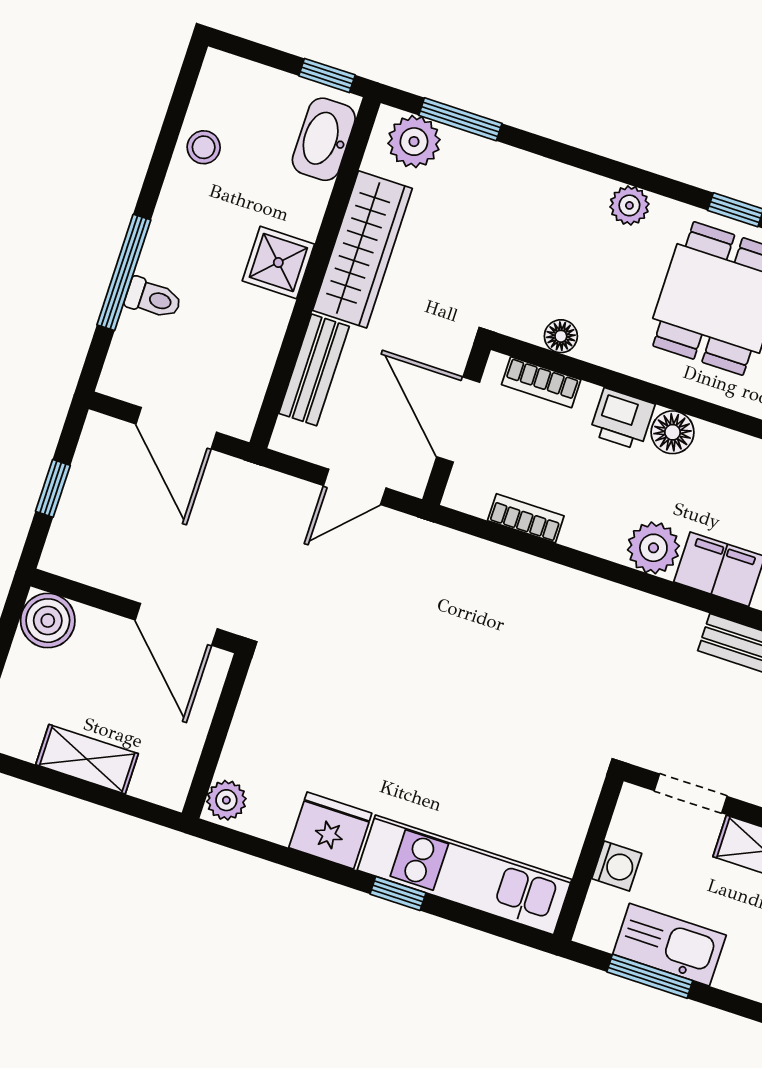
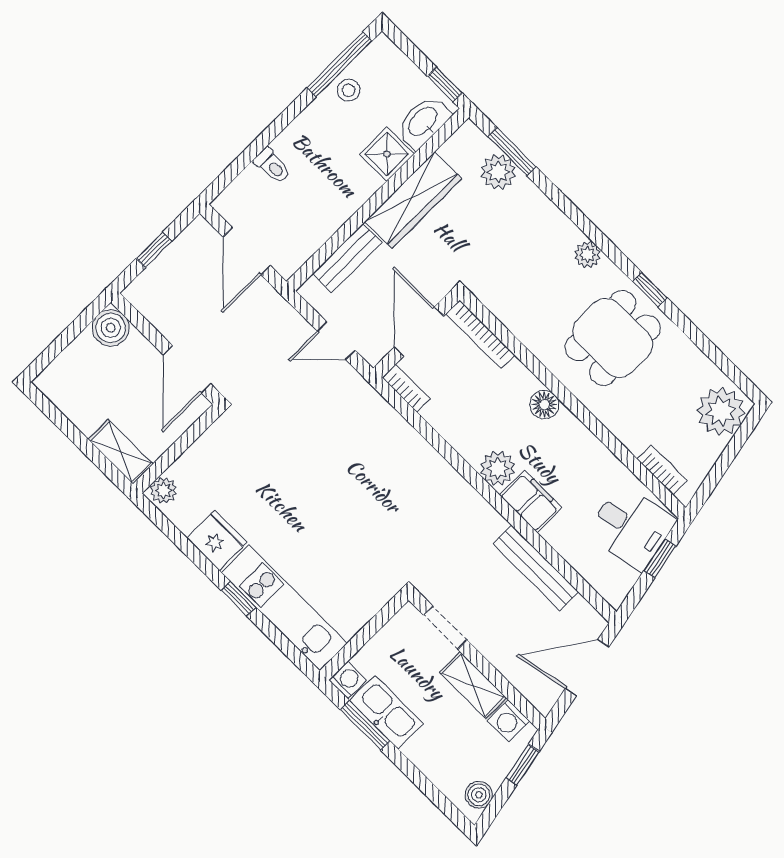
plant: (414, 142) -> (498, 172), moved
shower: (278, 262) -> (387, 154), moved
window: (124, 272) -> (340, 64), moved
floor lamp: (561, 336) -> (506, 313), removed
bookcase: (541, 382) -> (480, 334), width x1.56
printer: (622, 419) -> (518, 381), removed
bookcase: (526, 518) -> (406, 388), moved
shelving: (87, 759) -> (121, 452), moved
washing machine: (617, 866) -> (348, 680), moved, turned -90

